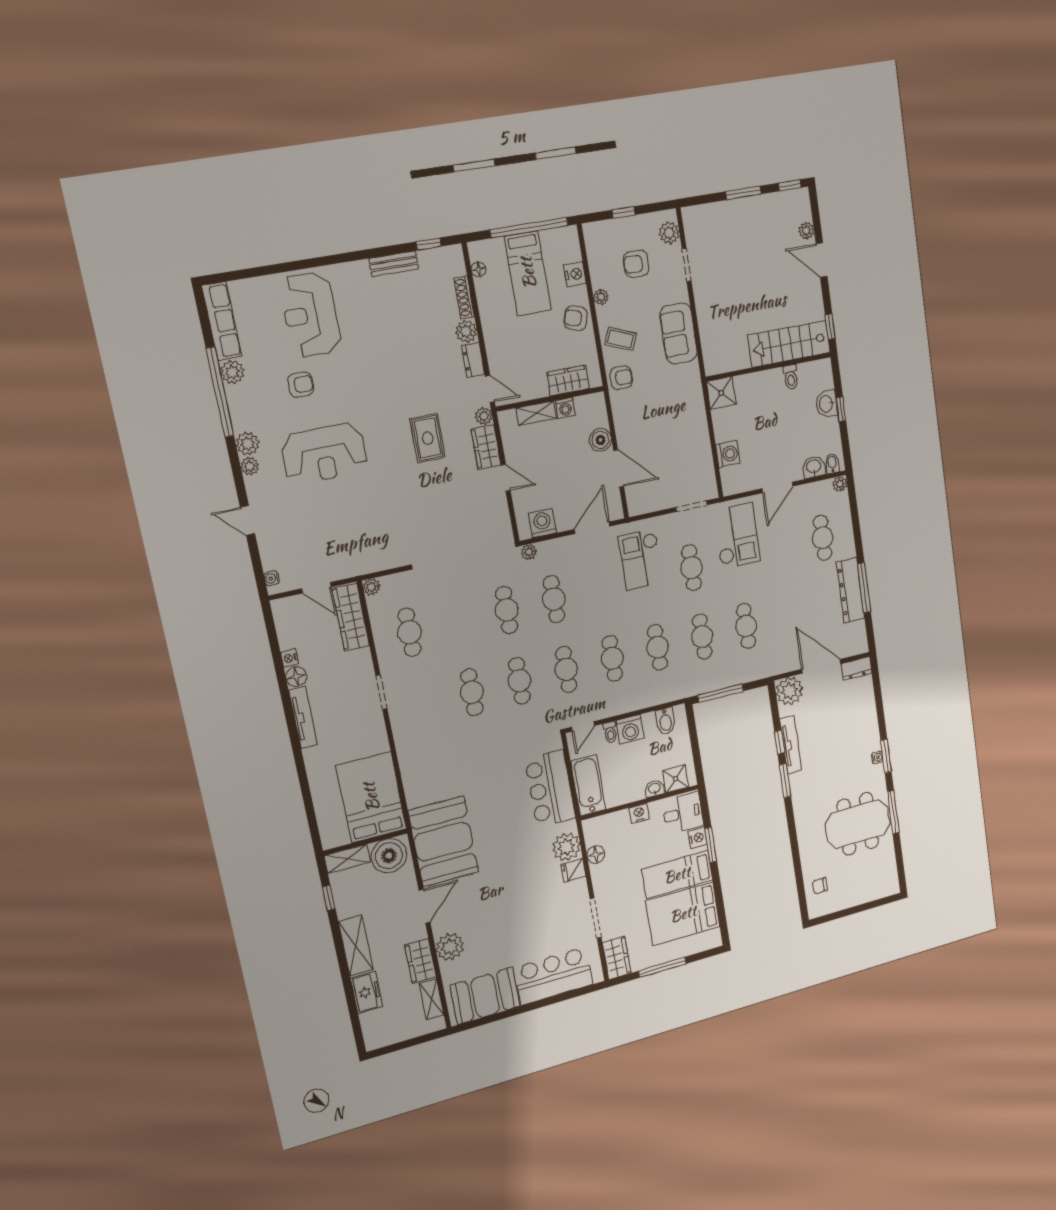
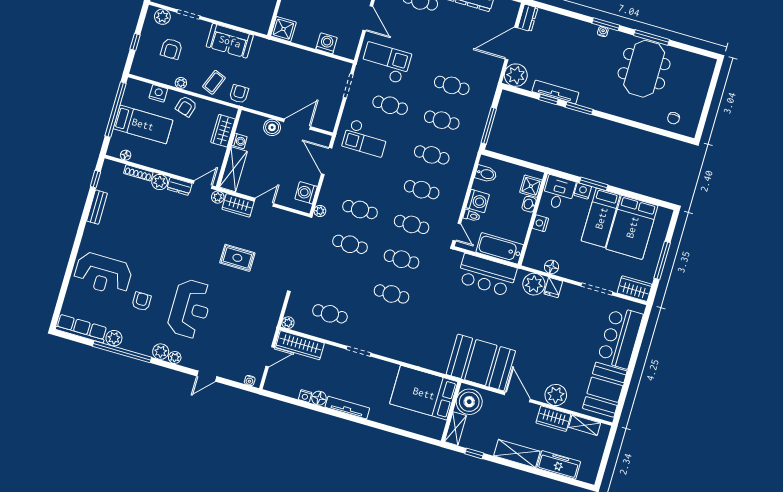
shelving: (536, 413) -> (233, 169), width x1.50, depth x1.33
rug: (428, 438) -> (237, 258), moved
freezer: (367, 992) -> (559, 465), width x1.40

